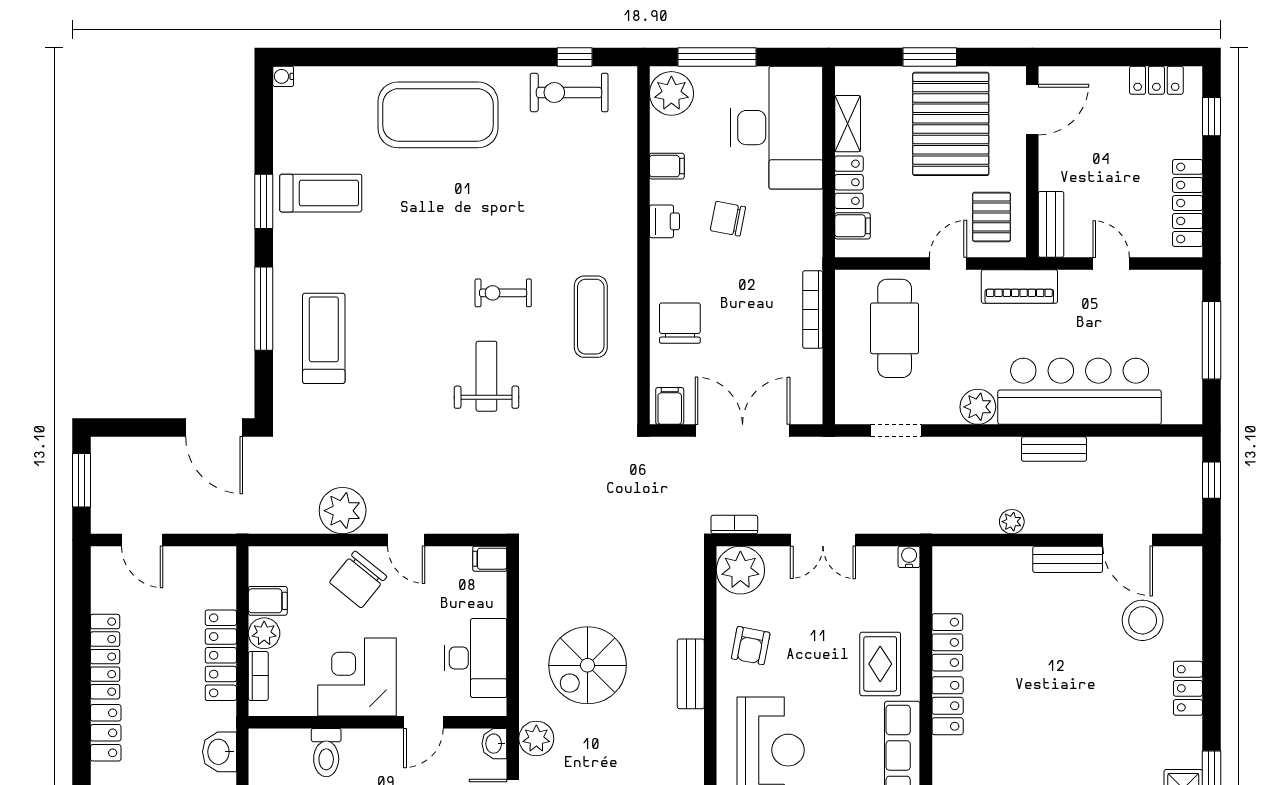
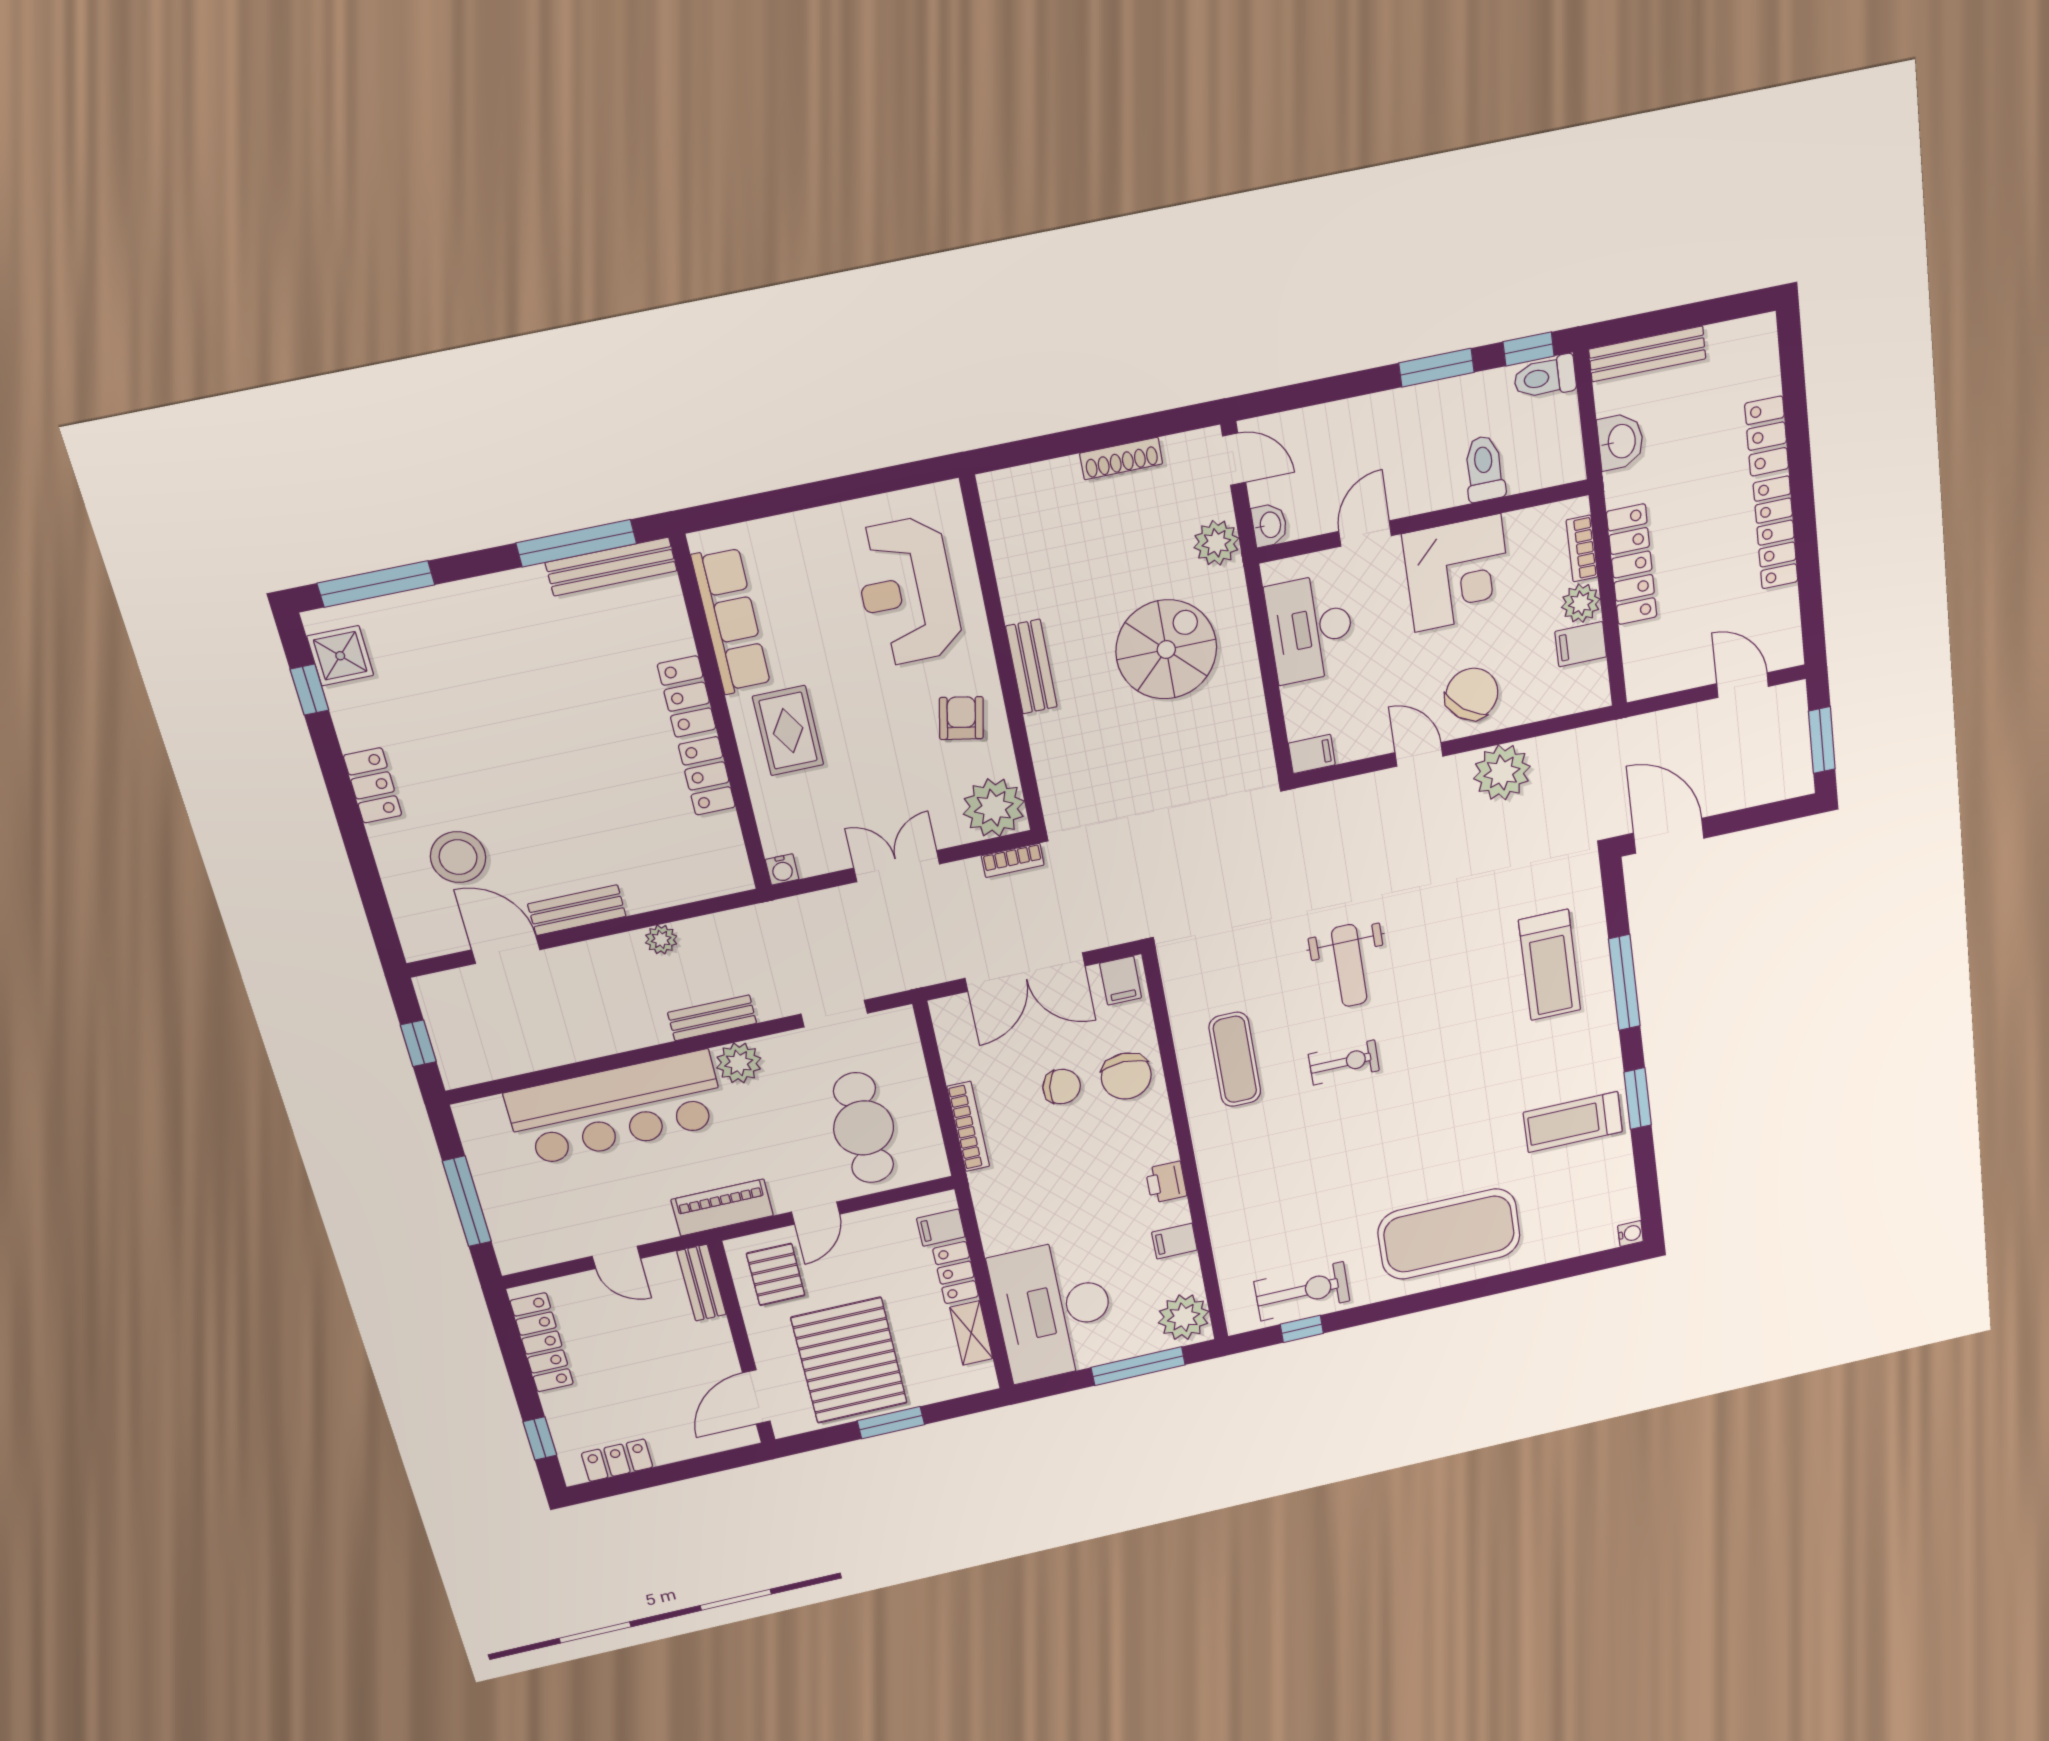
chair: (728, 219) -> (1062, 1087), moved
bench: (1054, 449) -> (712, 1018), moved

